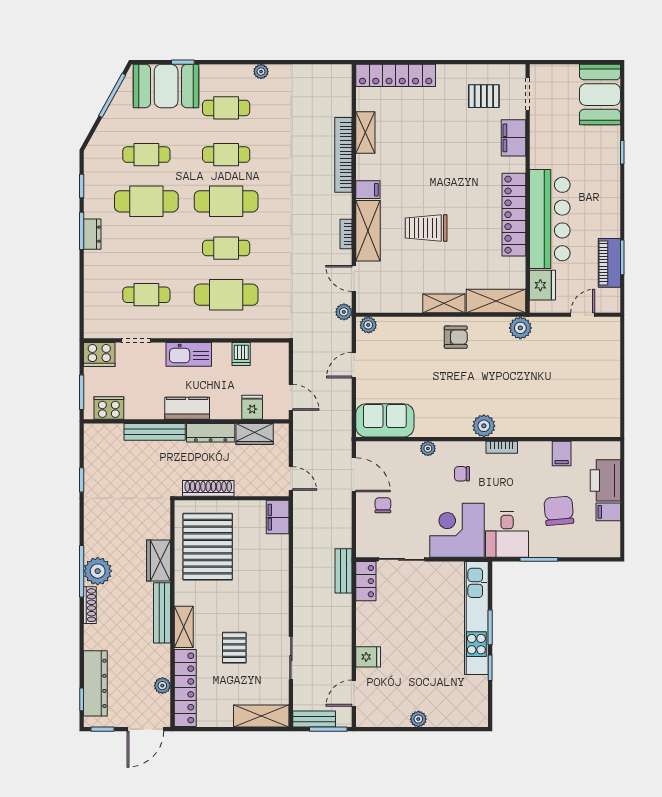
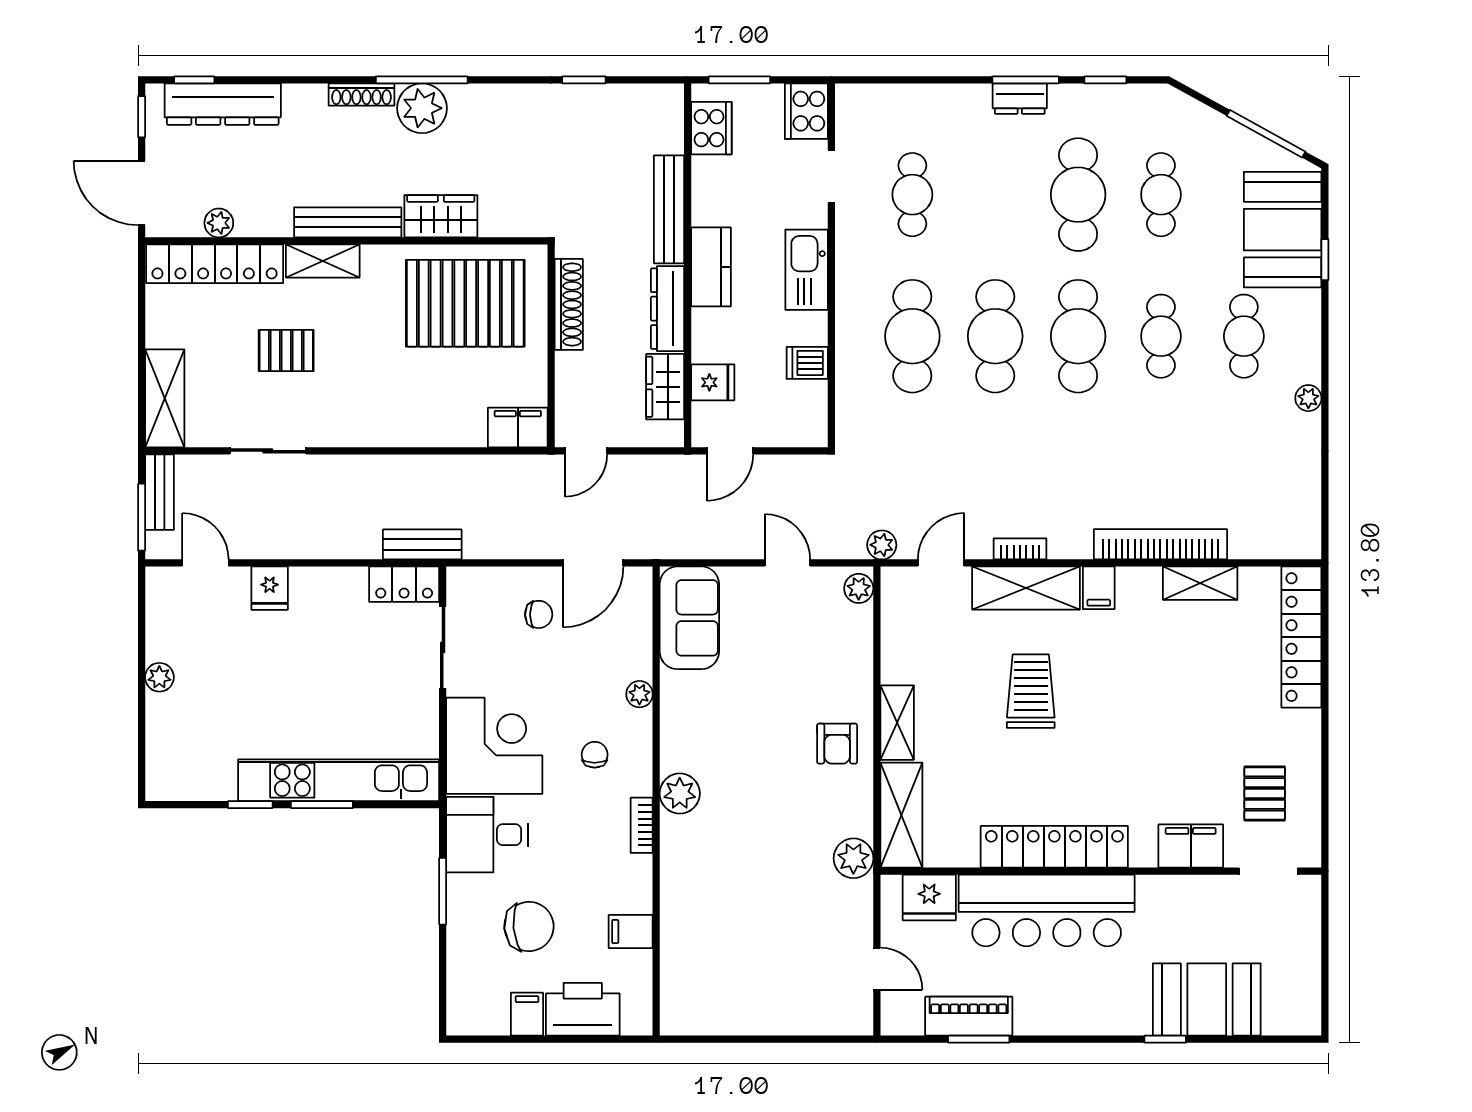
booth: (600, 95) -> (1207, 999), moved
cafe table: (226, 248) -> (995, 336), width x1.37, depth x1.35

